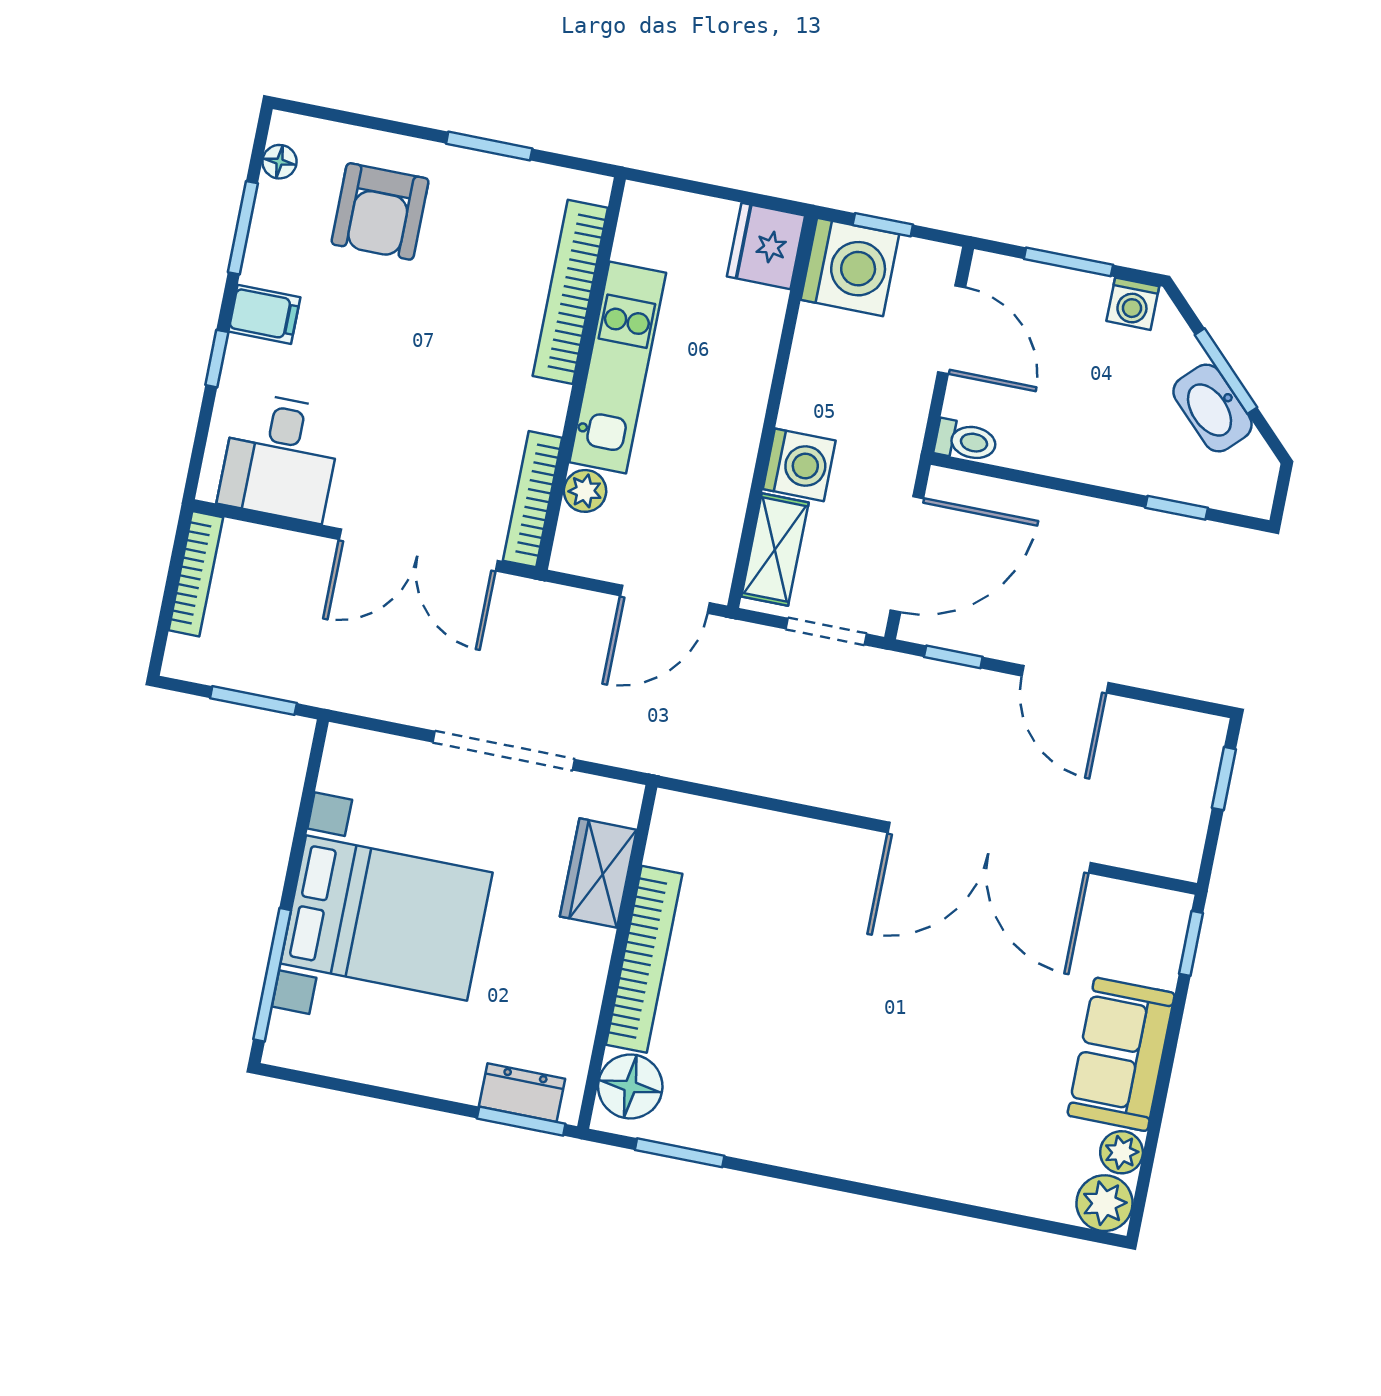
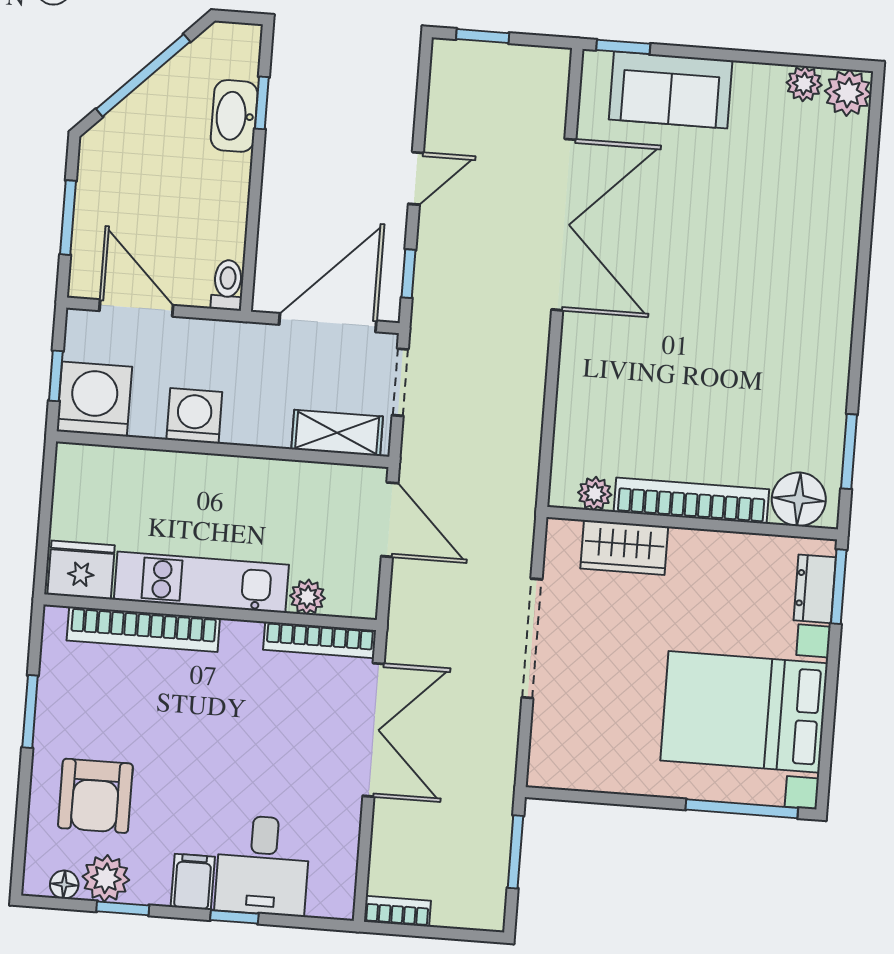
armchair: (380, 211) -> (95, 796), turned 90
plant: (281, 212) -> (106, 878), added
window: (243, 228) -> (123, 908), width x0.67
fridge: (766, 246) -> (81, 570), moved, turned 180
washing machine: (1133, 304) -> (96, 160), removed
door: (952, 330) -> (136, 308), hinge flipped
window: (1226, 371) -> (143, 75), width x1.44
washbasin: (1212, 408) -> (234, 116), moved, turned 135
desk: (280, 457) -> (263, 865), moved, turned 90
washing machine: (799, 465) -> (194, 416), moved
door: (907, 554) -> (328, 323), hinge flipped
bookcase: (196, 574) -> (397, 911), width x0.64
door: (1065, 679) -> (416, 178), width x0.73
plant: (666, 846) -> (595, 494), added
bed with nightstands: (387, 918) -> (744, 712), moved, turned -90
sofa: (1121, 1054) -> (671, 90), moved

